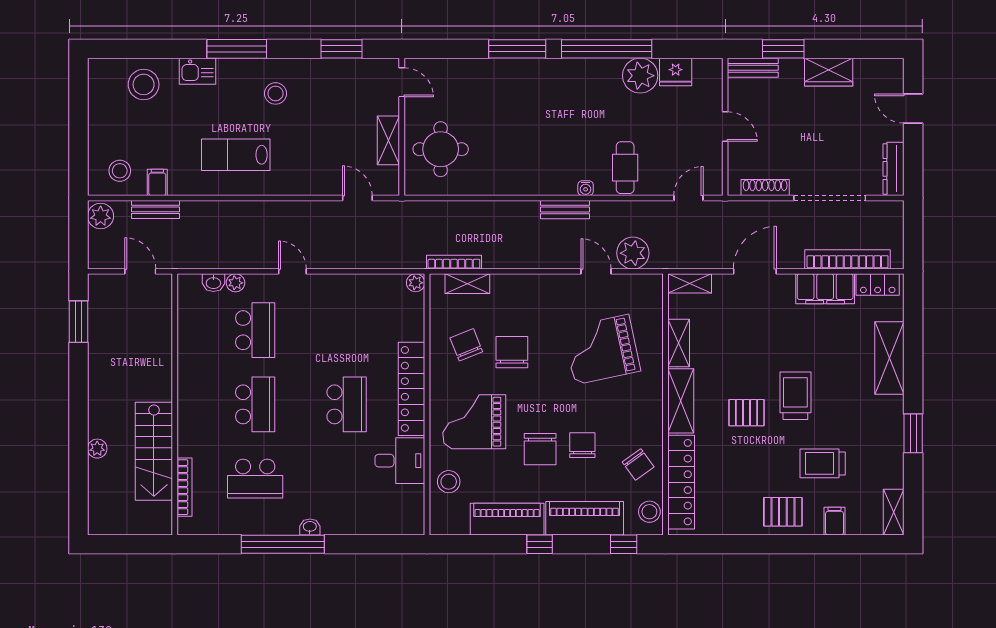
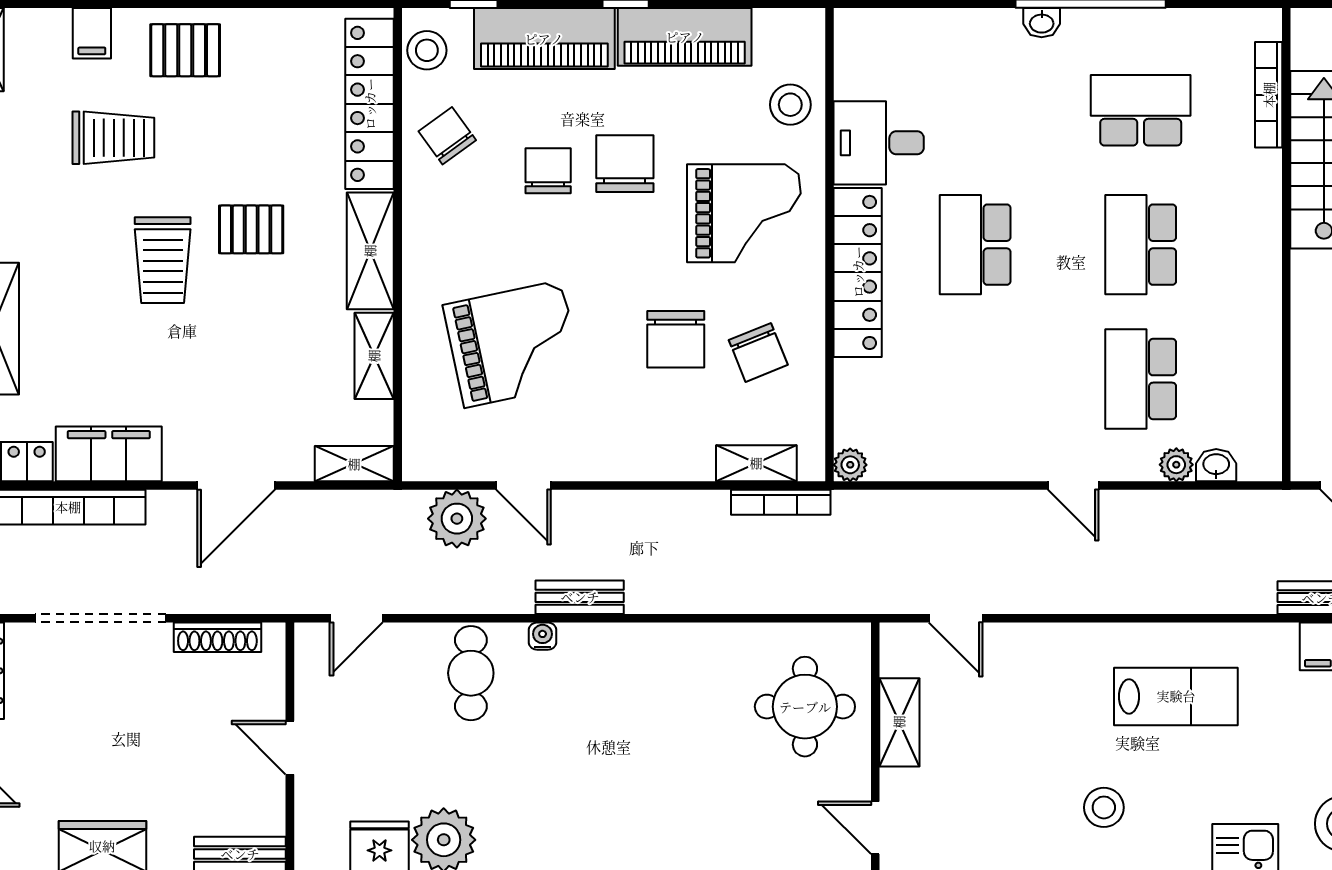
chair: (582, 445) -> (548, 171), turned 180

